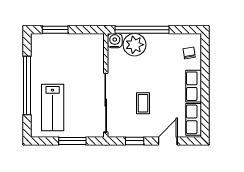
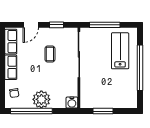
window: (55, 30) -> (103, 111), moved
window: (142, 30) -> (31, 111), moved
plant: (135, 45) -> (41, 99), moved
window: (72, 141) -> (105, 25), width x1.44

